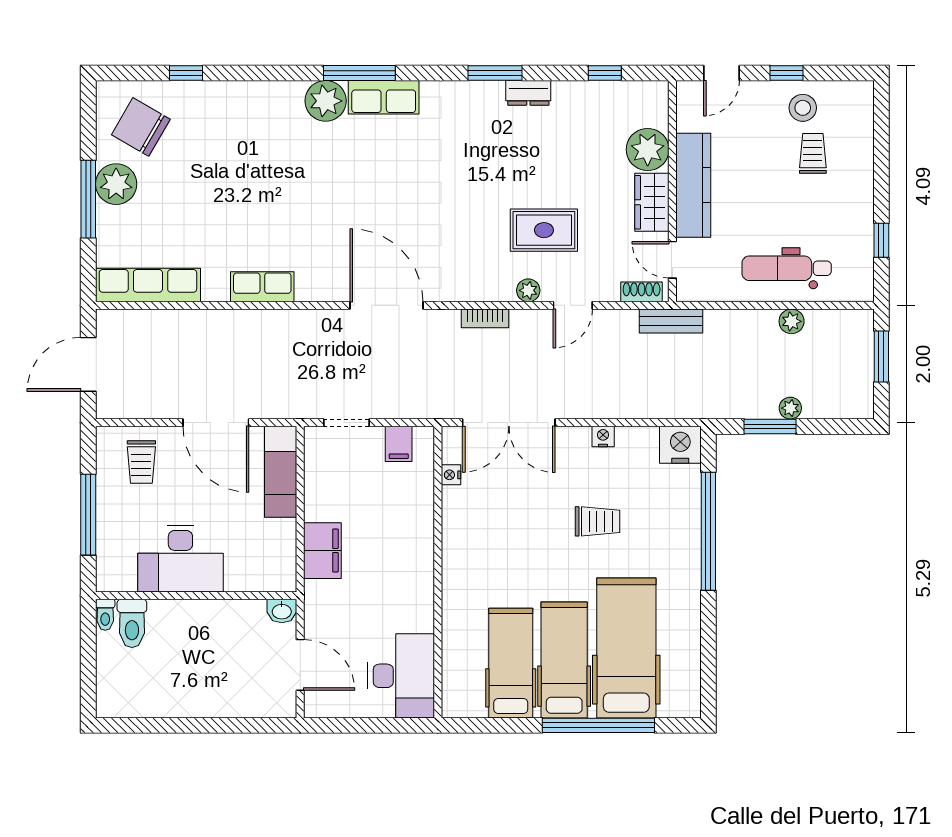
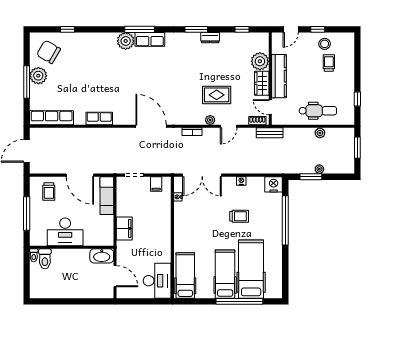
dental chair: (787, 268) -> (318, 111), turned 180
washbasin: (282, 611) -> (102, 256), width x1.91, depth x1.45
hospital bed: (511, 663) -> (185, 275), moved

